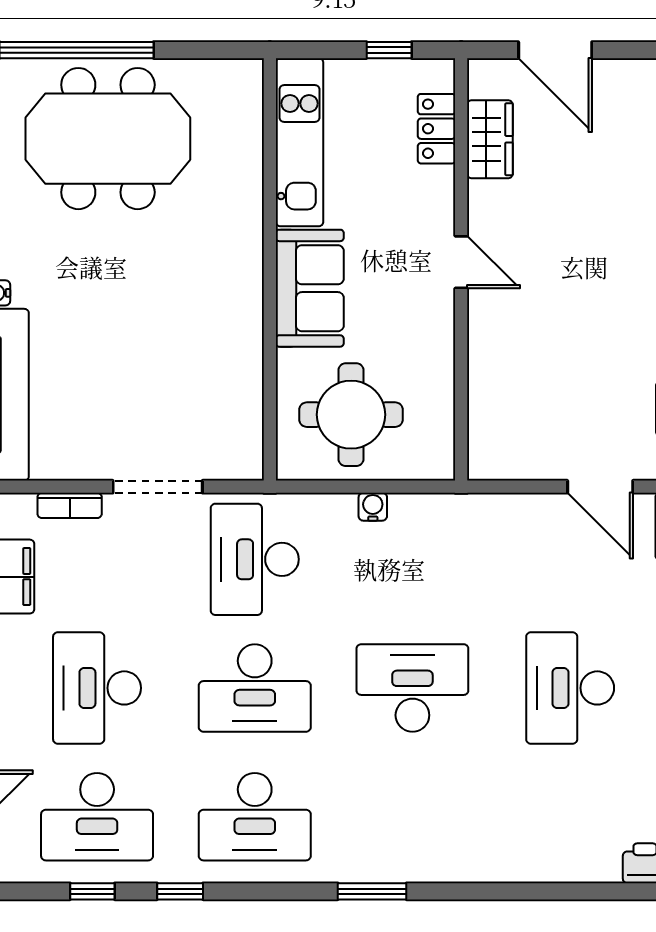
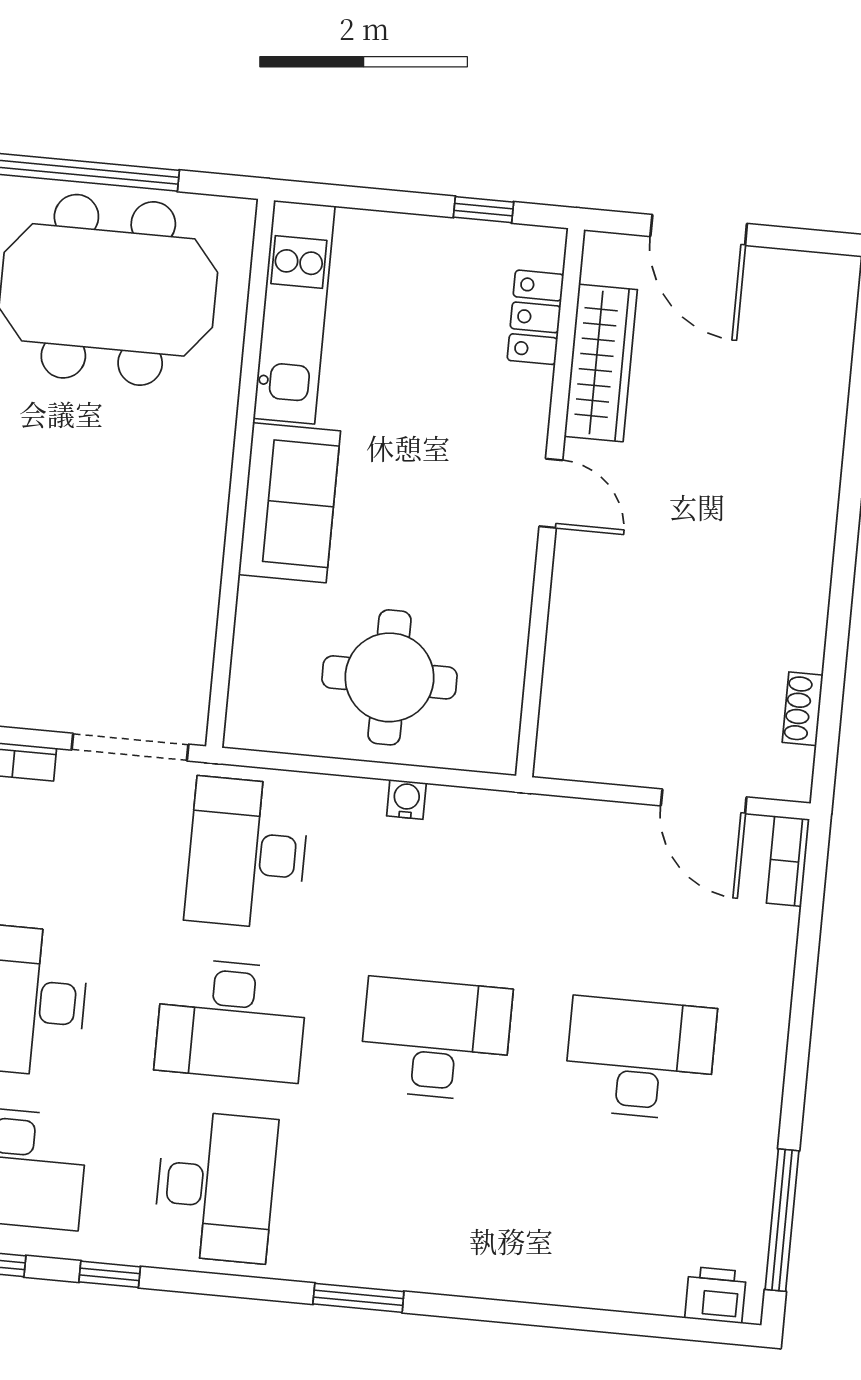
wardrobe: (490, 139) -> (601, 363), width x1.50
kitchen unit: (299, 142) -> (294, 312), moved
wall: (270, 269) -> (240, 473), moved
sofa: (310, 288) -> (289, 503), moved
desk: (570, 688) -> (640, 1059), turned 90
desk: (255, 817) -> (215, 1187), turned -90

